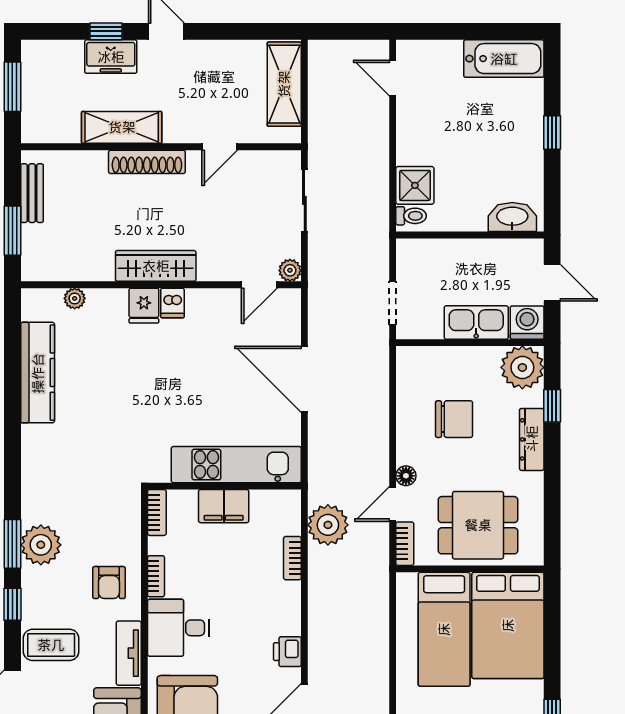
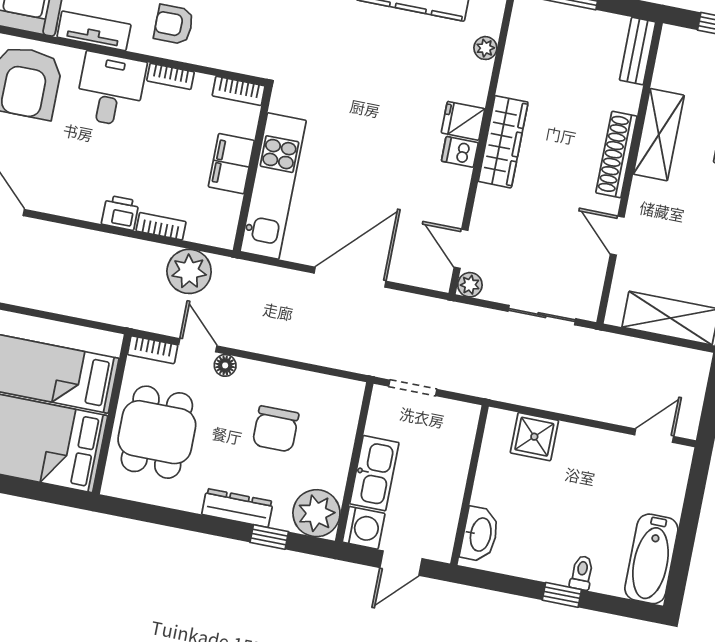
bench: (32, 193) -> (638, 51), moved, turned 90
toilet: (411, 216) -> (582, 573), moved, turned 180
printer: (287, 652) -> (120, 213), moved

